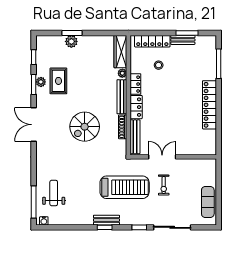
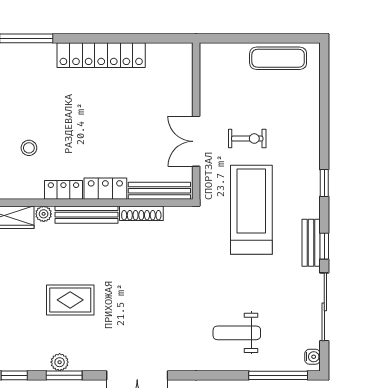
rug: (58, 81) -> (70, 300), moved
spiral stairs: (85, 127) -> (141, 283), removed
weight bench: (54, 193) -> (237, 333), moved
sliding door: (172, 227) -> (324, 307), moved

